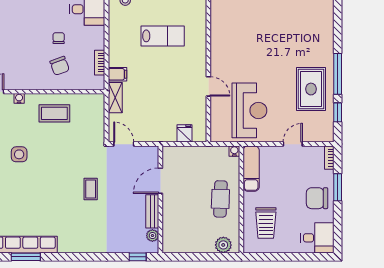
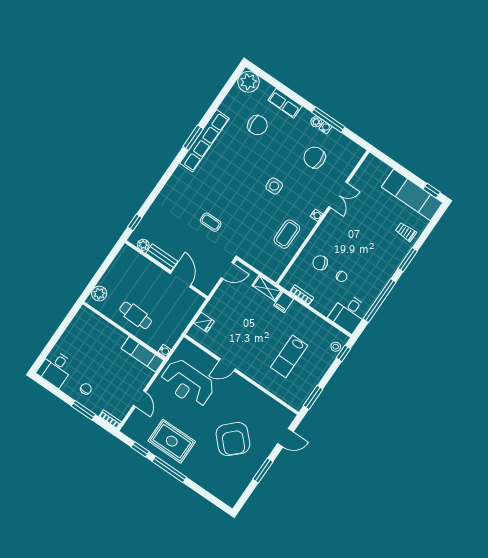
armchair: (271, 35) -> (233, 439), added
chair: (317, 198) -> (86, 389), width x0.54, depth x0.54
trolley: (266, 223) -> (94, 337), removed

